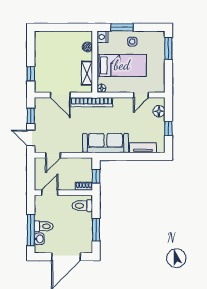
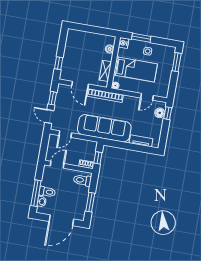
window: (168, 128) -> (168, 113), moved
sofa: (106, 143) -> (104, 128), width x1.36, depth x1.27

